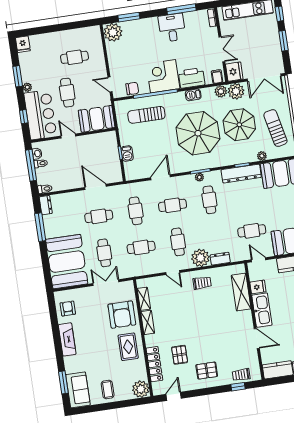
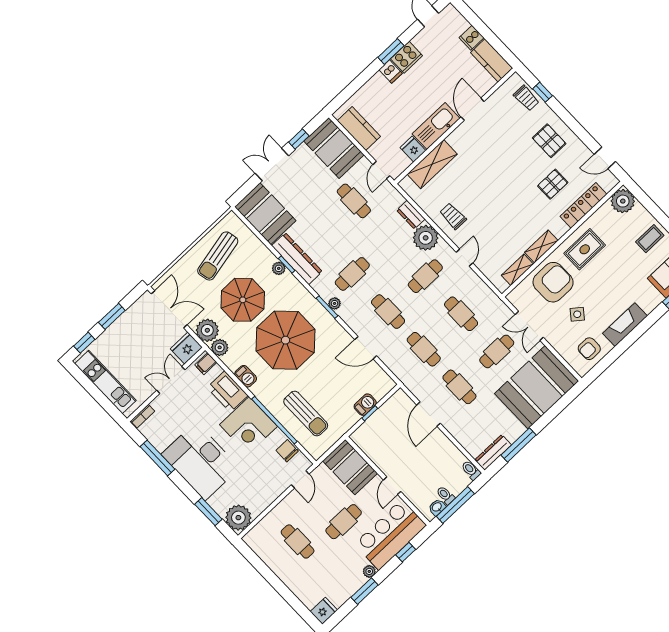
desk: (172, 28) -> (200, 461), width x1.87, depth x1.30
plant: (262, 156) -> (279, 268), moved
dresser: (46, 205) -> (493, 452), width x1.44
cafe table: (136, 211) -> (424, 349), turned 90
side table: (93, 316) -> (577, 314), added

